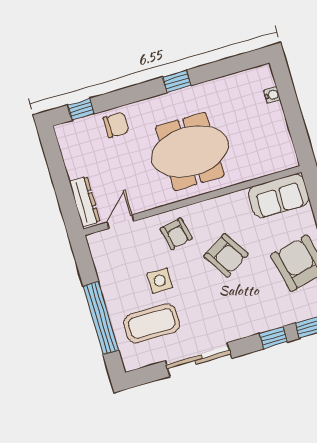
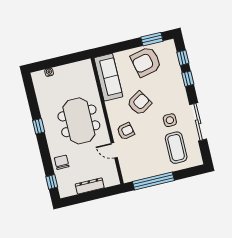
sofa: (279, 196) -> (108, 77), width x1.36
dresser: (85, 202) -> (90, 186), moved
door: (120, 222) -> (114, 150), moved
side table: (160, 281) -> (170, 120), moved
window: (101, 318) -> (153, 181), moved

